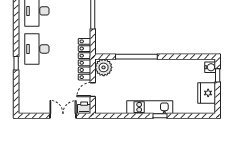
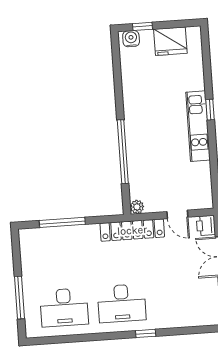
plant: (104, 67) -> (137, 207), width x0.53, depth x0.53

